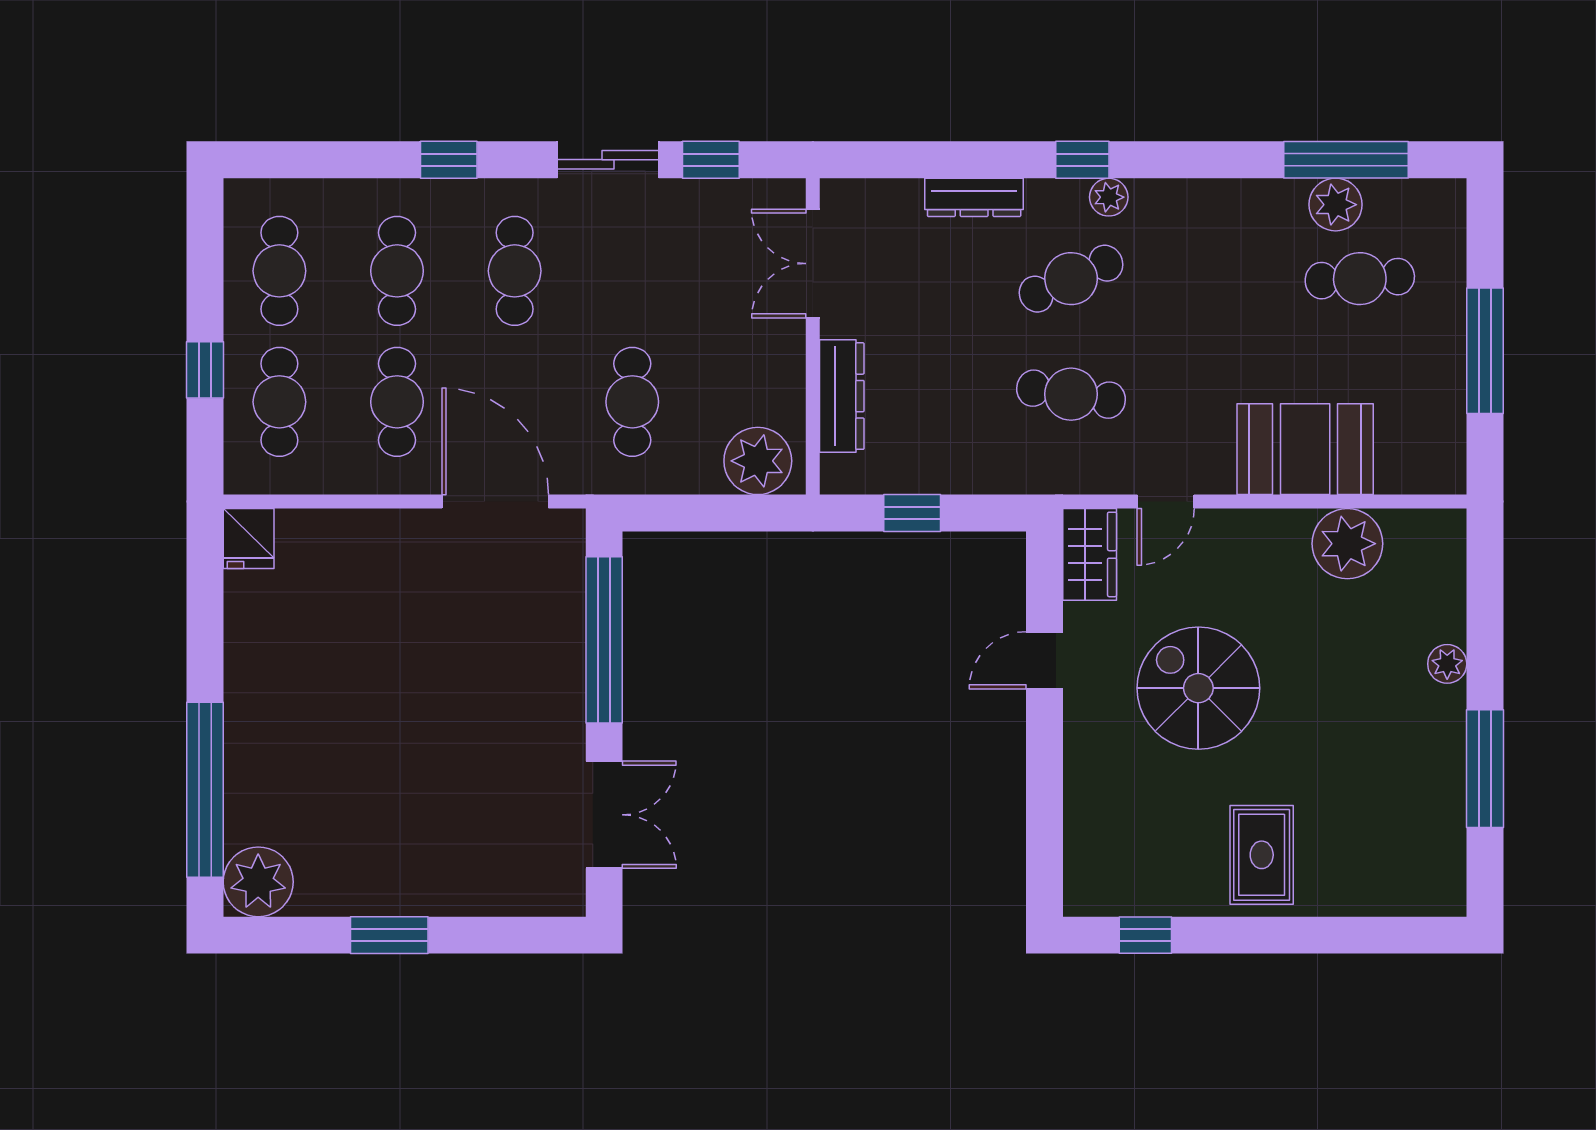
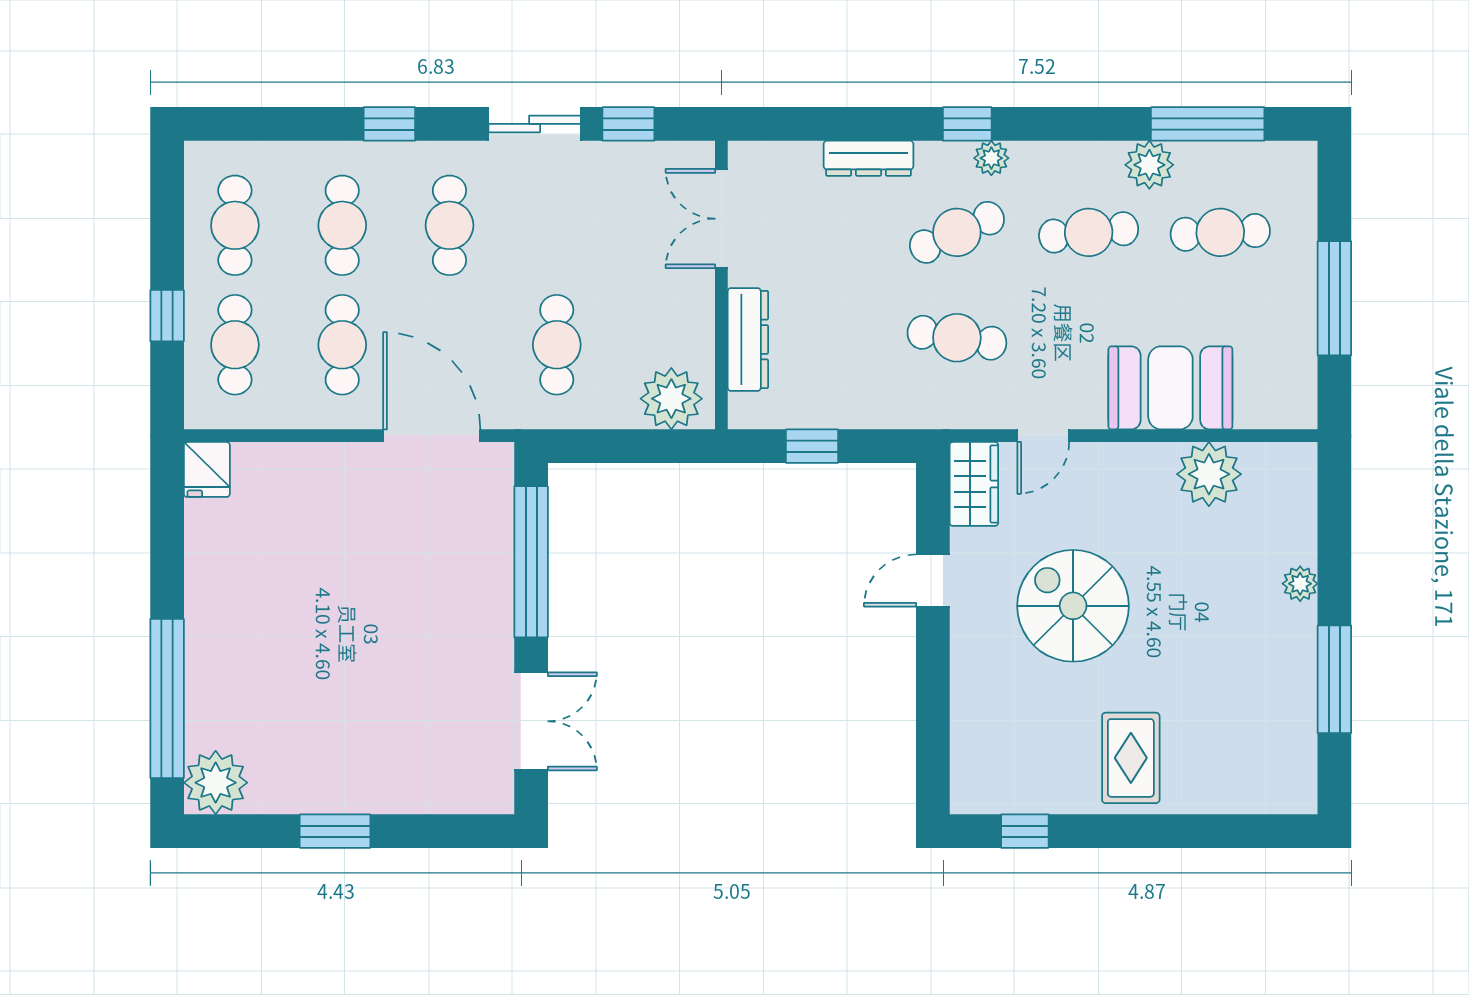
plant: (1336, 205) -> (1149, 165), moved
cafe table: (1215, 279) -> (1089, 232), added

